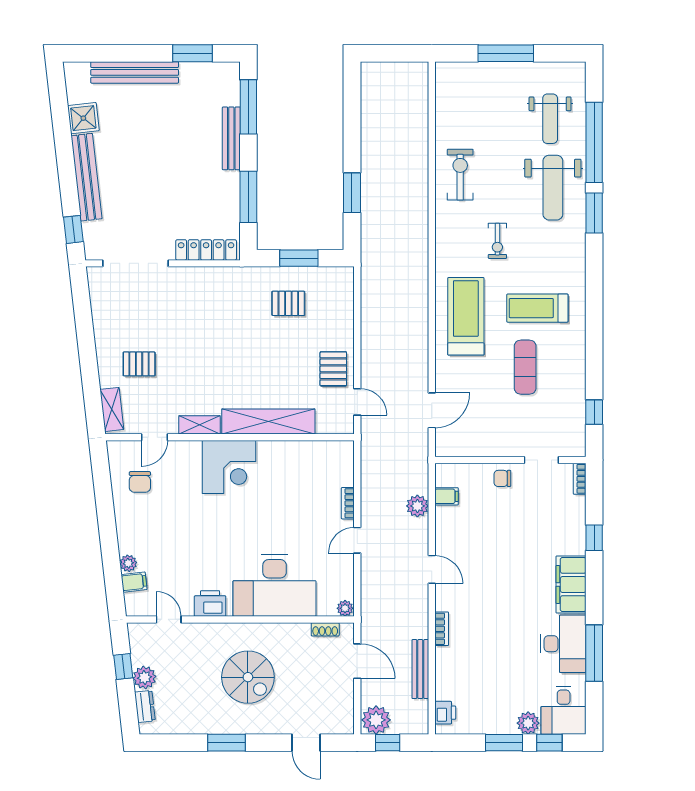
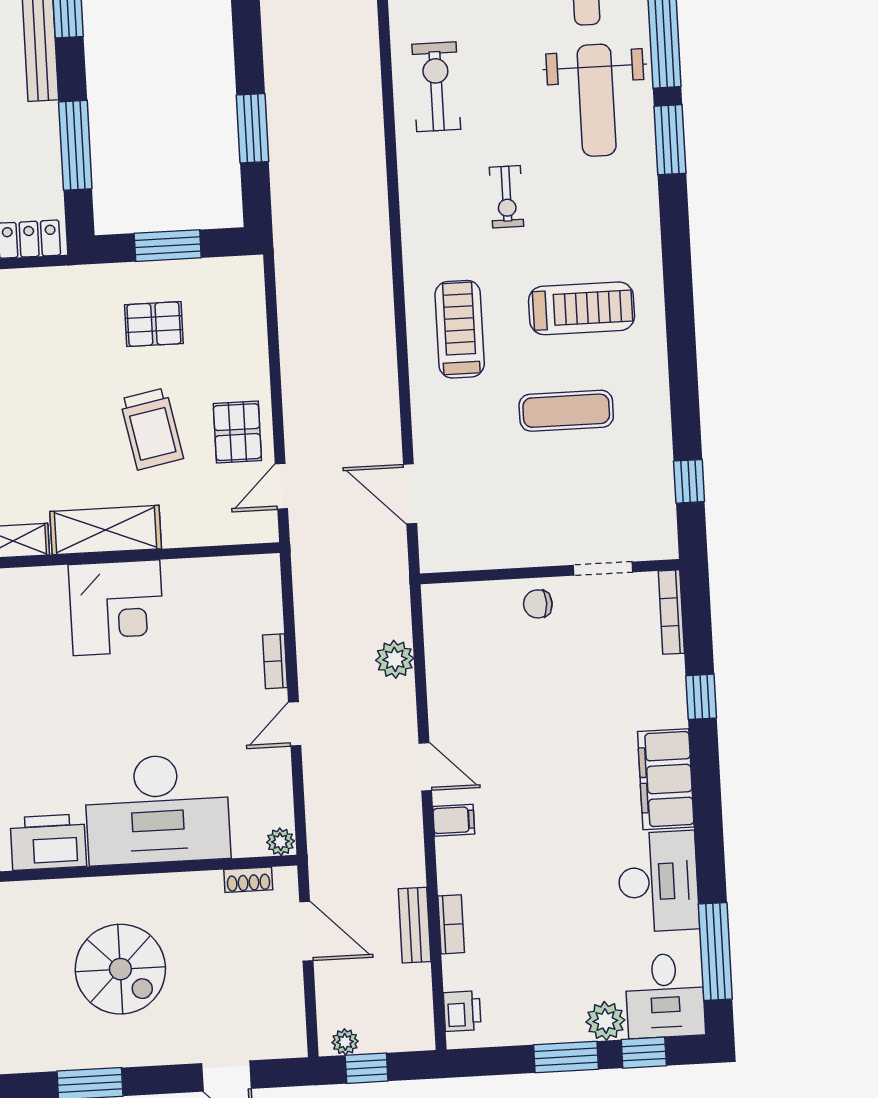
treadmill: (537, 308) -> (582, 308), turned 180
treadmill: (466, 316) -> (460, 329), width x0.73, depth x0.73
trolley: (284, 364) -> (152, 429), added
exercise mat: (525, 367) -> (566, 411), turned 90
door: (357, 402) -> (281, 486), swing flipped
door: (432, 410) -> (410, 494), swing flipped
shelving: (268, 421) -> (106, 530), width x0.68
corner desk: (229, 467) -> (116, 608), moved
bookcase: (580, 479) -> (671, 612), width x1.56
filing cabinet: (446, 496) -> (454, 820), moved
printer: (210, 603) -> (48, 842), width x1.37, depth x1.19
bookcase: (442, 629) -> (451, 924), moved
window: (594, 653) -> (715, 952), moved
bench: (420, 669) -> (415, 925), width x0.73
plant: (376, 720) -> (345, 1042), width x0.53, depth x0.53

